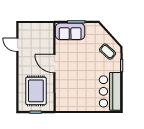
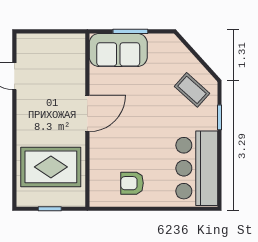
door: (54, 64) -> (87, 113), swing flipped
rug: (36, 91) -> (51, 167), turned 90
armchair: (77, 99) -> (132, 183), added

